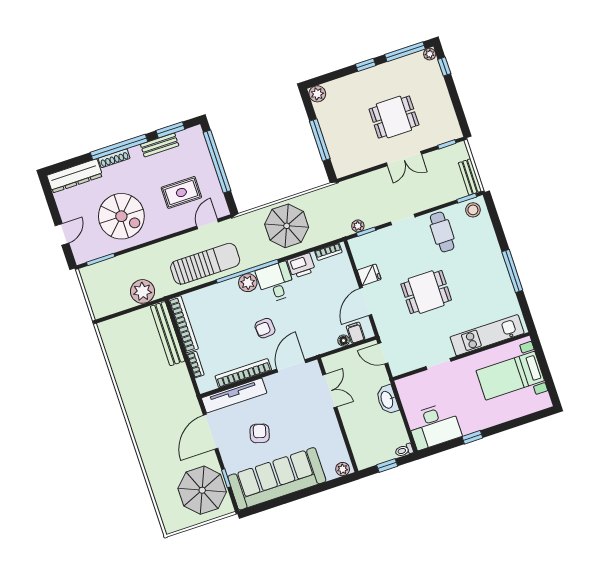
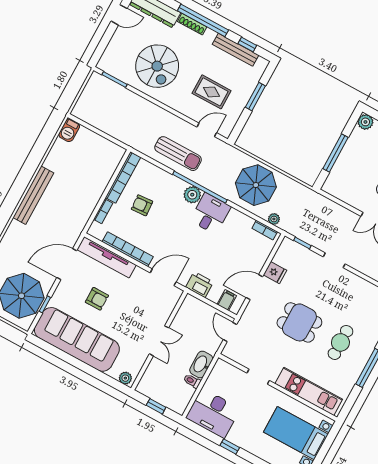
window: (170, 130) -> (247, 45), width x0.67
bench: (160, 145) -> (235, 50), width x1.36
window: (217, 162) -> (255, 97), width x0.47
plant: (358, 226) -> (274, 219), moved
cafe table: (442, 232) -> (340, 342), moved
door: (62, 234) -> (119, 15), moved
sun lounger: (205, 264) -> (178, 154), width x0.73, depth x0.75
printer: (301, 266) -> (200, 285), moved, turned 180
plant: (143, 291) -> (119, 128), removed
armchair: (265, 328) -> (142, 205), moved
barbecue: (107, 332) -> (69, 130), added
bench: (168, 334) -> (33, 195), moved
floor lamp: (344, 341) -> (214, 297), removed
double door: (330, 391) -> (159, 341), moved
armchair: (260, 433) -> (97, 299), turned 74
toilet: (404, 450) -> (192, 381), moved

